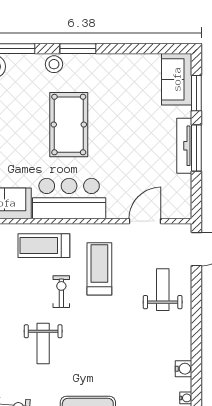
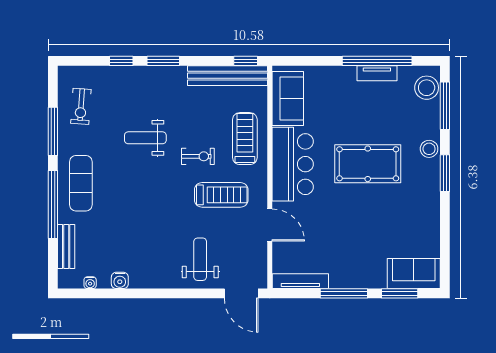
tv unit: (184, 146) -> (300, 281), moved
door: (145, 221) -> (270, 225), moved
weight bench: (163, 290) -> (200, 259), turned -90

